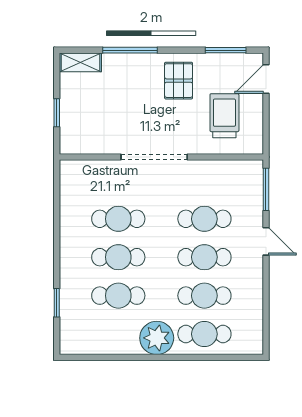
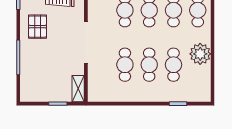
shelving: (80, 62) -> (78, 89), moved
pallet: (179, 81) -> (37, 27), turned 90
plant: (157, 338) -> (200, 54), moved

